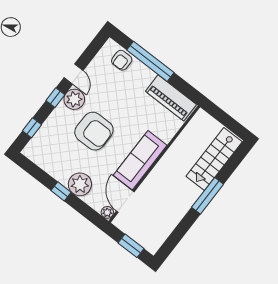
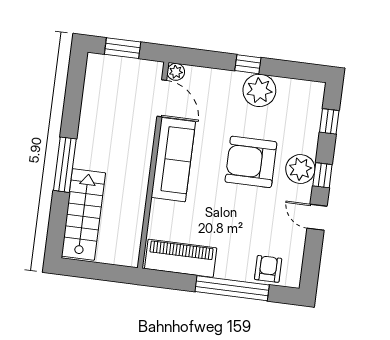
plant: (74, 99) -> (300, 169), moved
plant: (80, 184) -> (259, 90), moved

